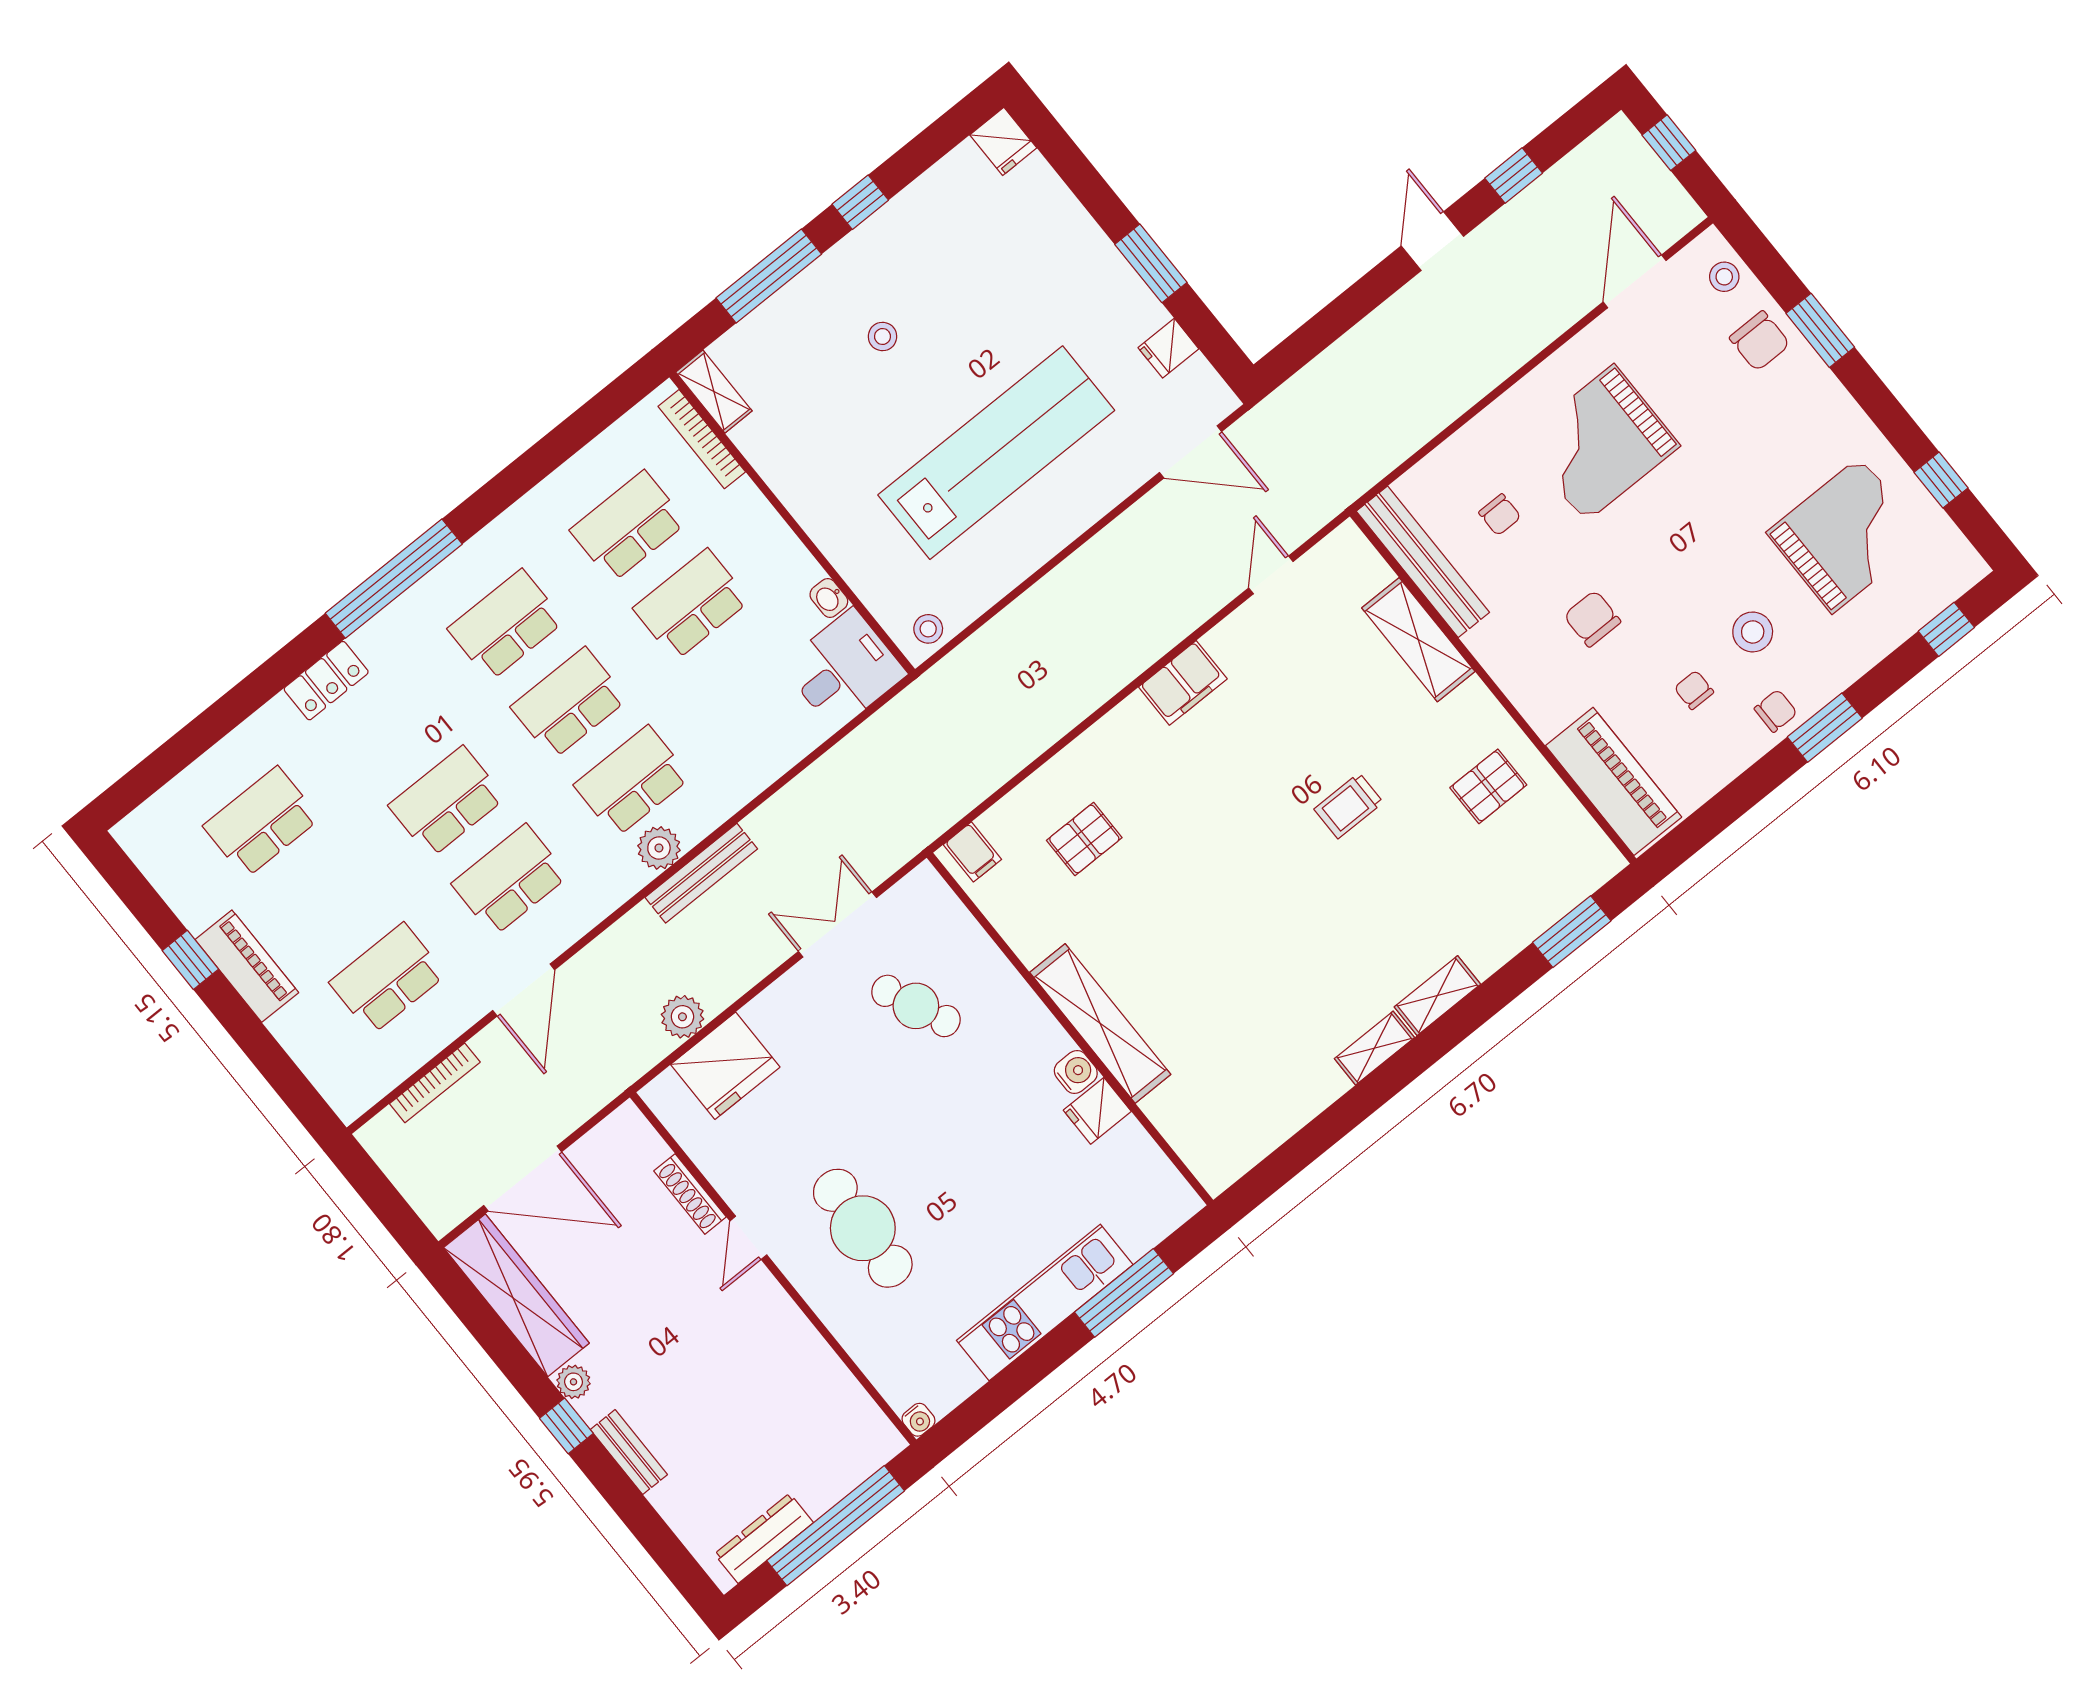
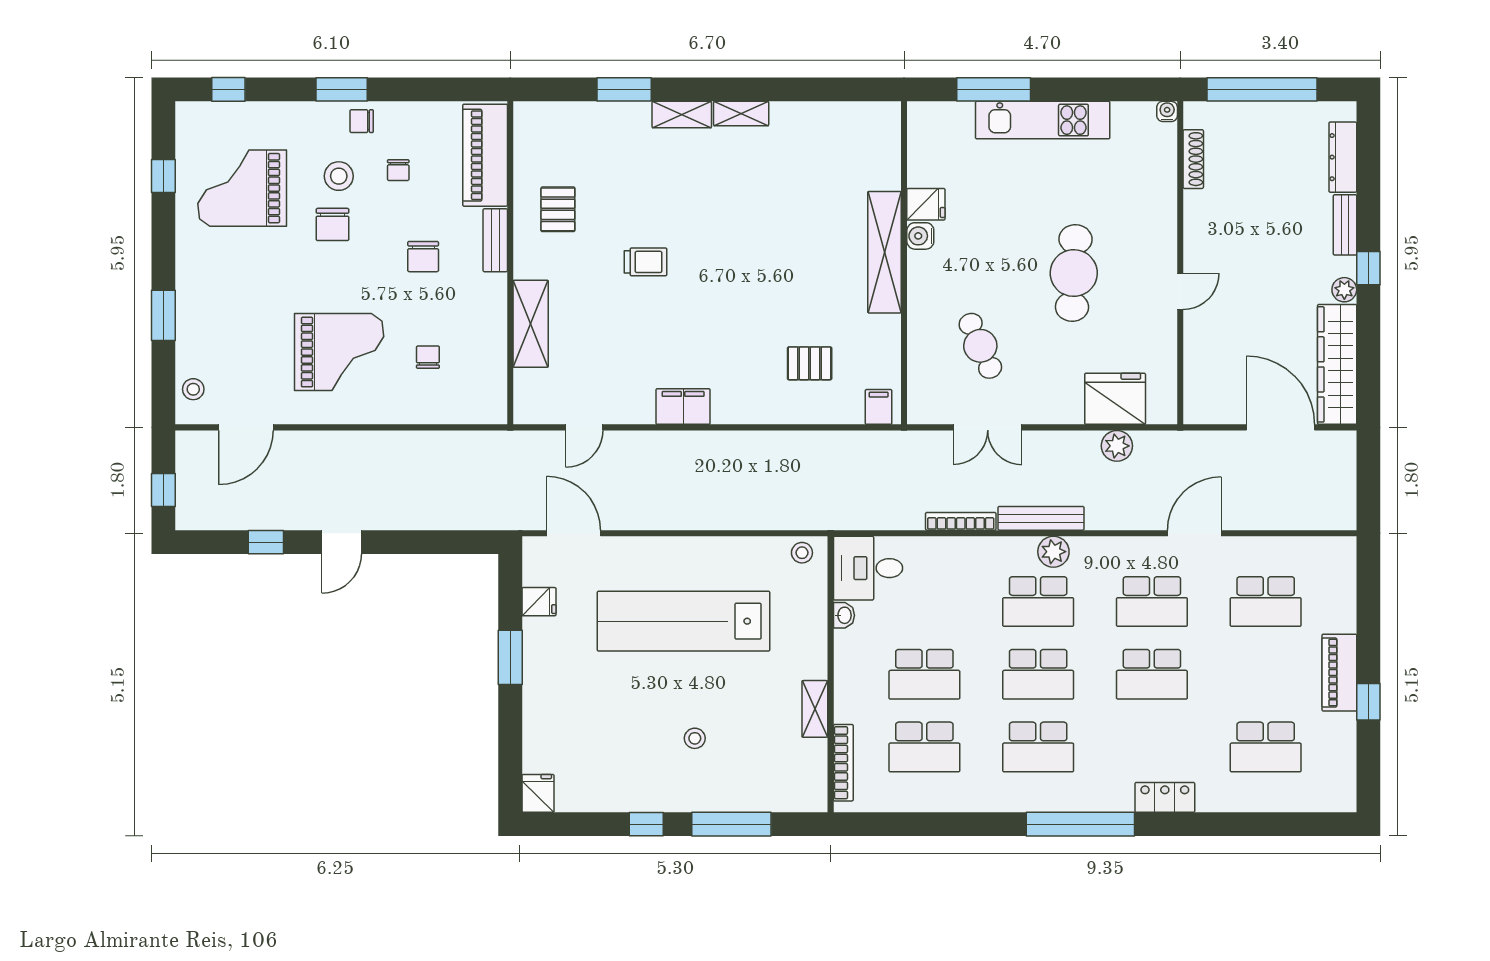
chair: (1760, 341) -> (332, 224), moved, turned 180
shelving: (714, 392) -> (815, 709), moved
bench: (1423, 562) -> (495, 240), moved, width x0.54, depth x0.82
pallet: (1488, 786) -> (558, 209), turned 90
window: (1572, 932) -> (624, 89), moved
bookcase: (435, 1083) -> (961, 521), moved
shoe rack: (690, 1194) -> (1193, 159), moved
cafe table: (863, 1228) -> (1074, 273), moved
dresser: (764, 1538) -> (1343, 157), moved, turned 90

